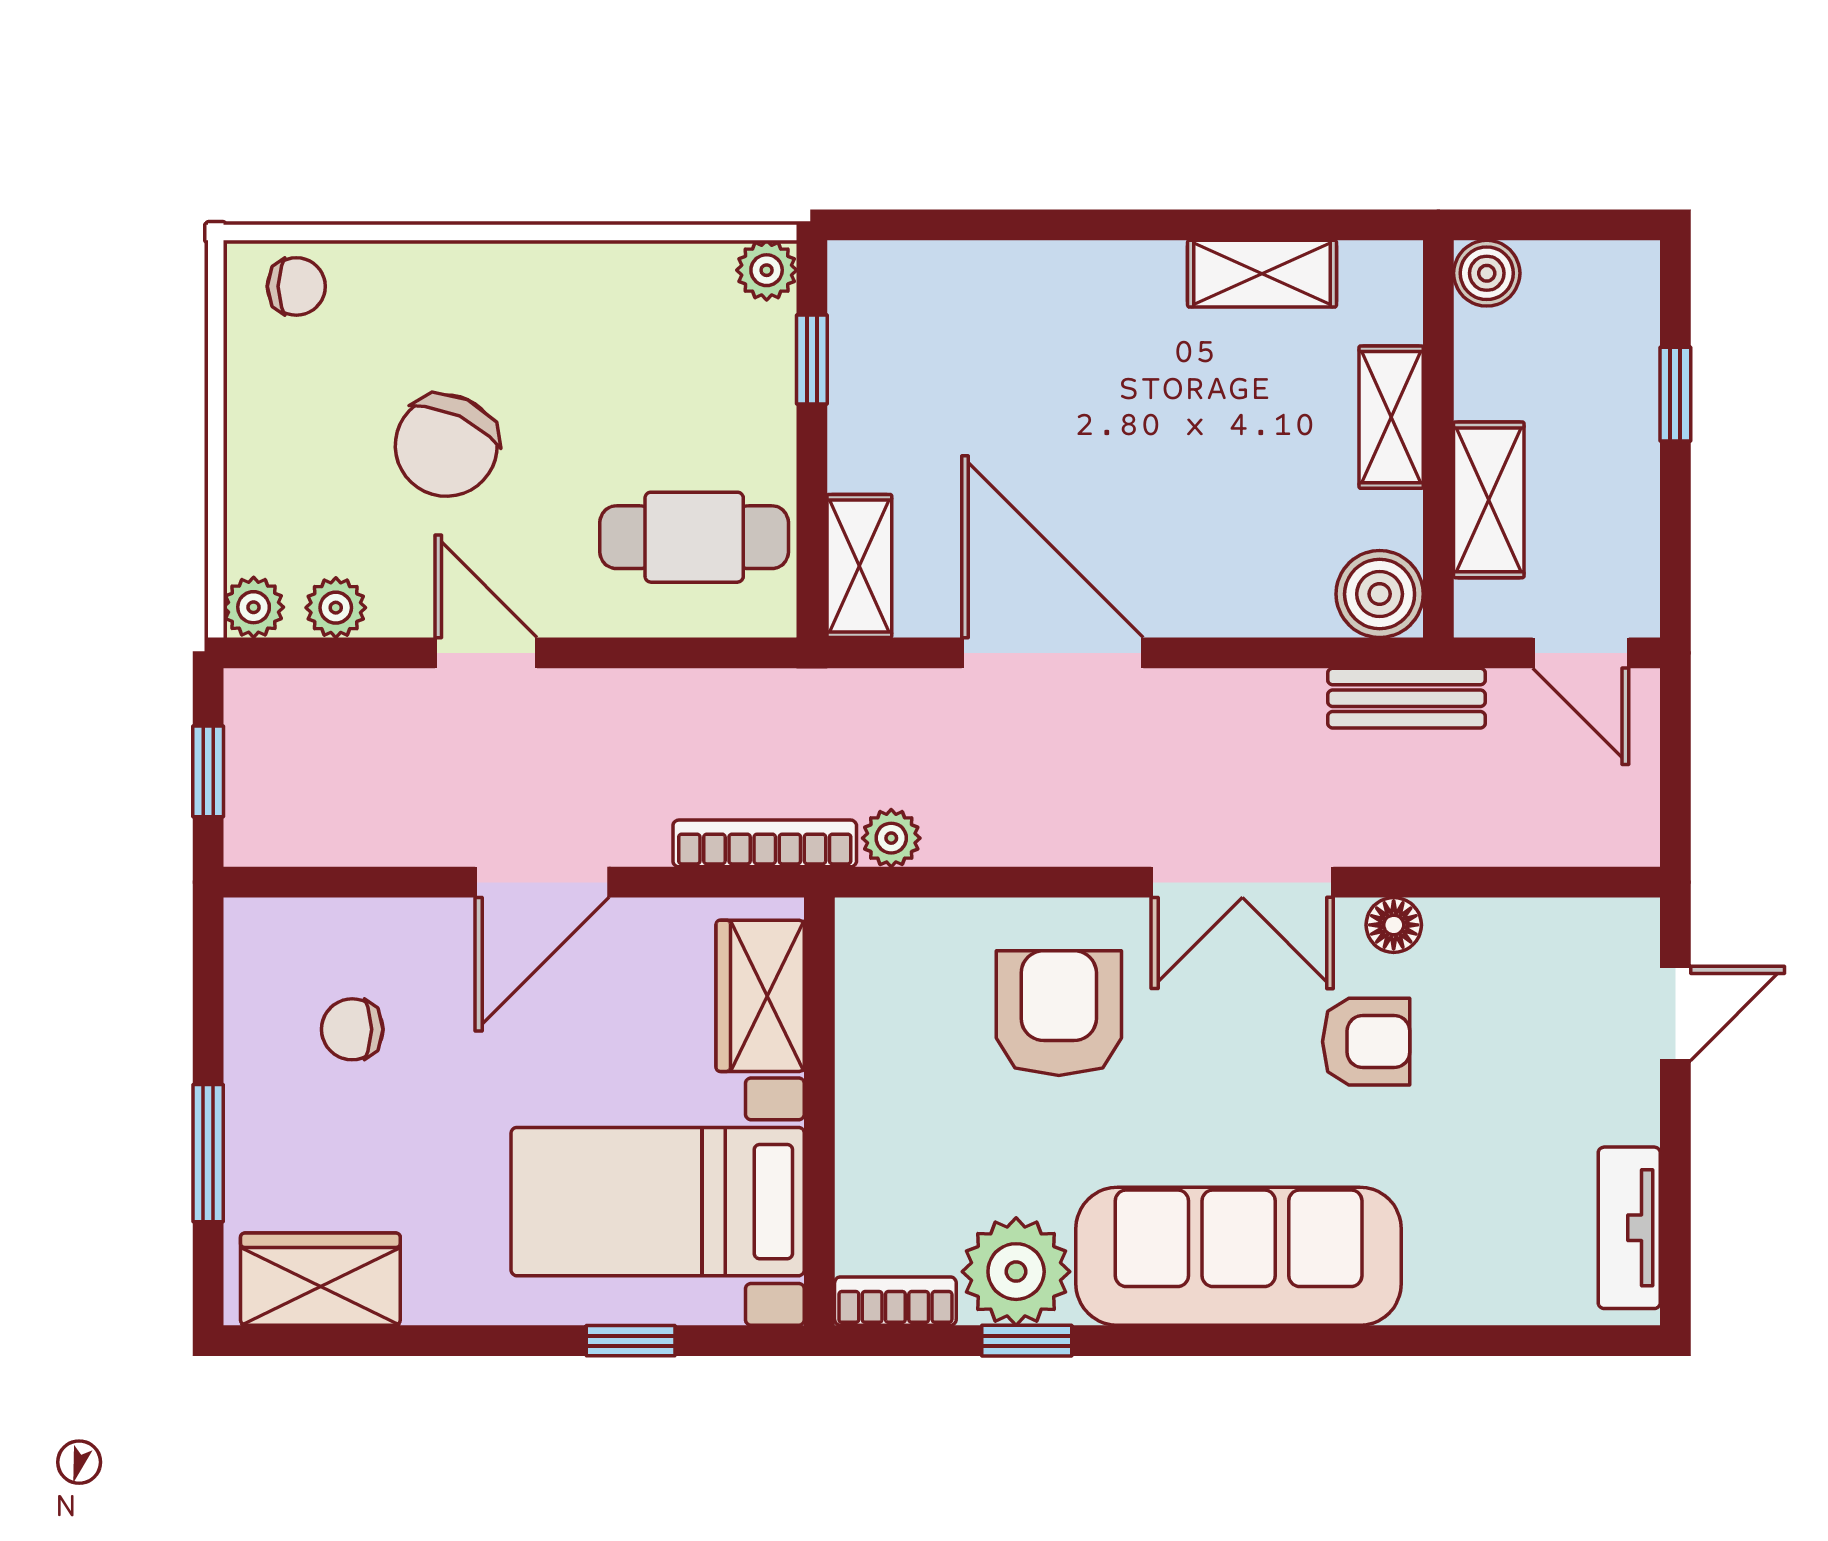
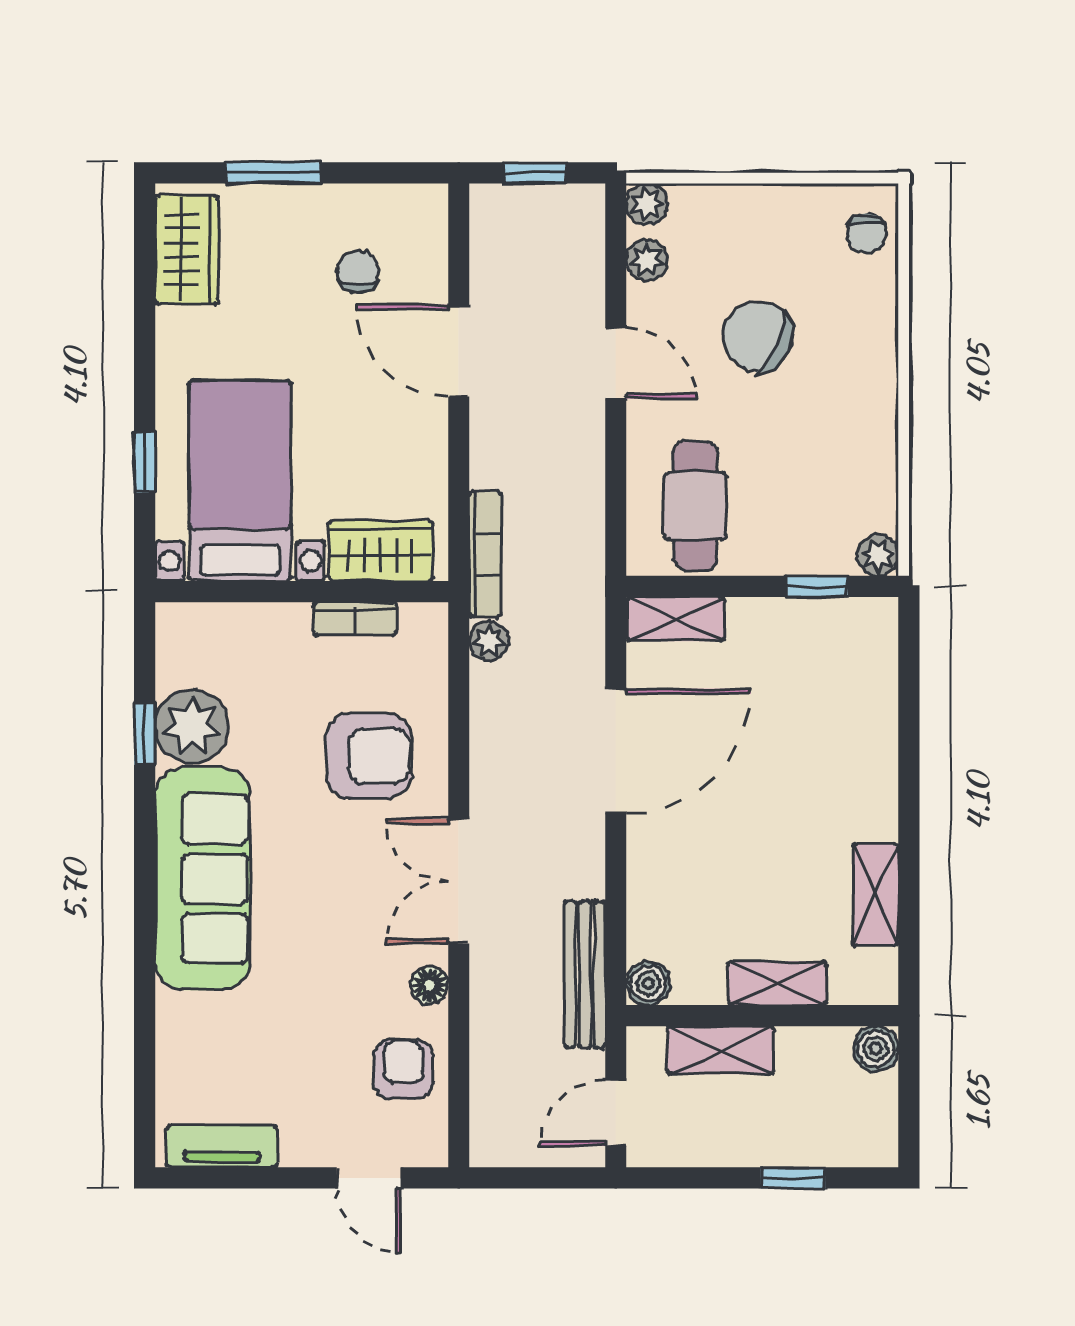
boiler: (1380, 594) -> (648, 983), width x0.73, depth x0.73
door: (486, 653) -> (616, 363), hinge flipped
bench: (1407, 698) -> (585, 974), width x1.36
door: (542, 882) -> (459, 351), moved
armchair: (1366, 1042) -> (403, 1069), moved, turned 180
bookcase: (895, 1301) -> (355, 619), moved, turned 90

